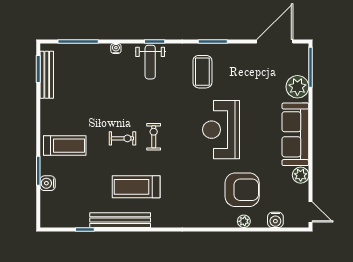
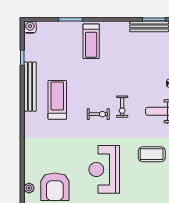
reception desk: (221, 130) -> (104, 169), turned -90
exercise bike: (122, 138) -> (122, 107), moved
water cooler: (48, 183) -> (30, 27), moved

